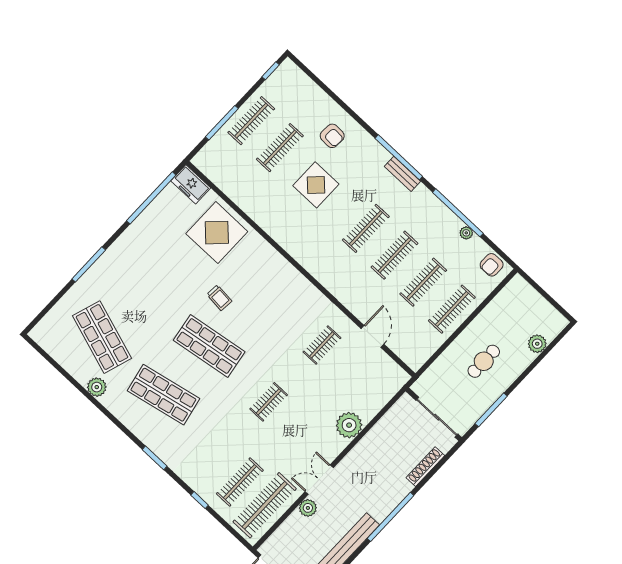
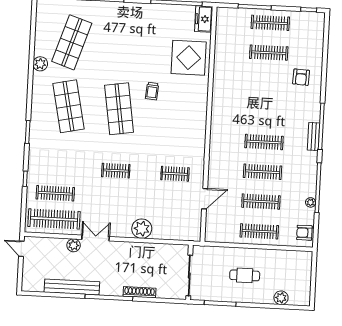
display table: (316, 185) -> (265, 92), removed
shoe rack: (425, 467) -> (139, 292), moved

